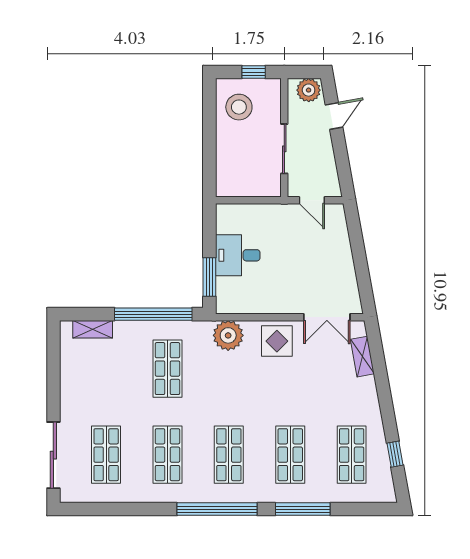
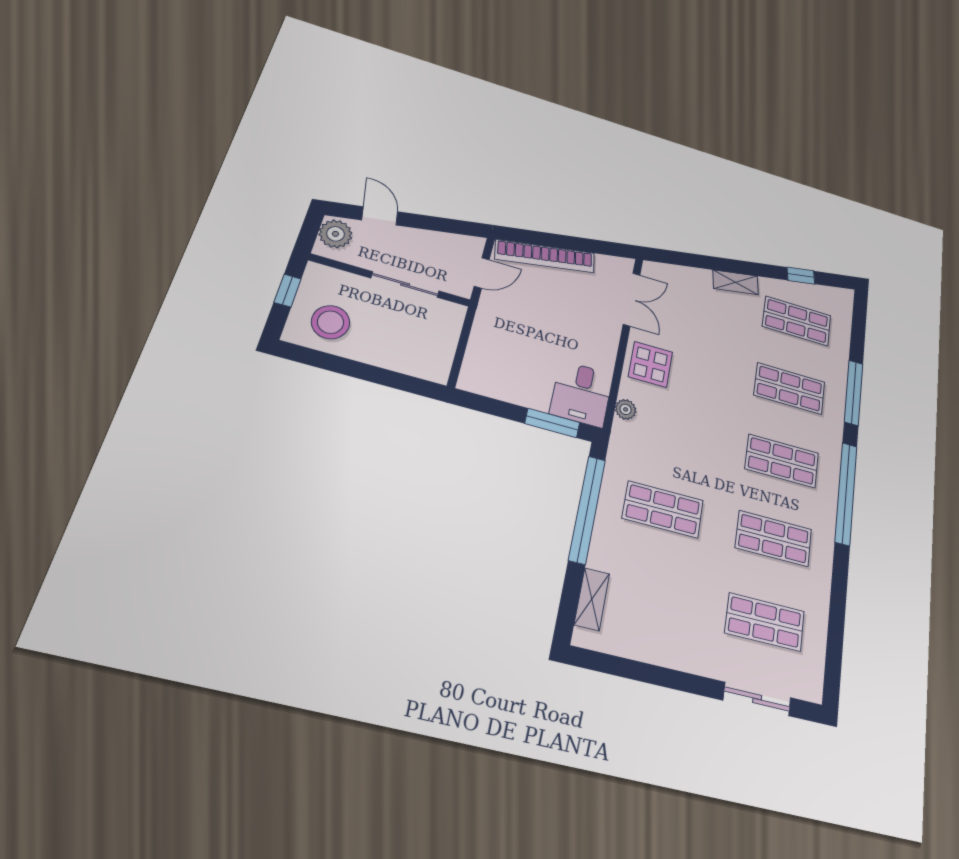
bookcase: (342, 244) -> (545, 256), added
desk: (238, 255) -> (581, 394), moved
plant: (228, 335) -> (626, 409), width x0.53, depth x0.53
shelving: (362, 357) -> (736, 282), moved
sliding door: (53, 455) -> (757, 699), width x0.73

